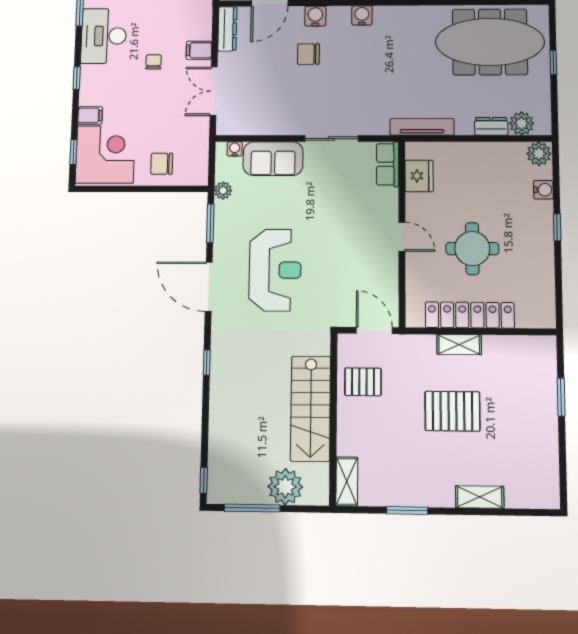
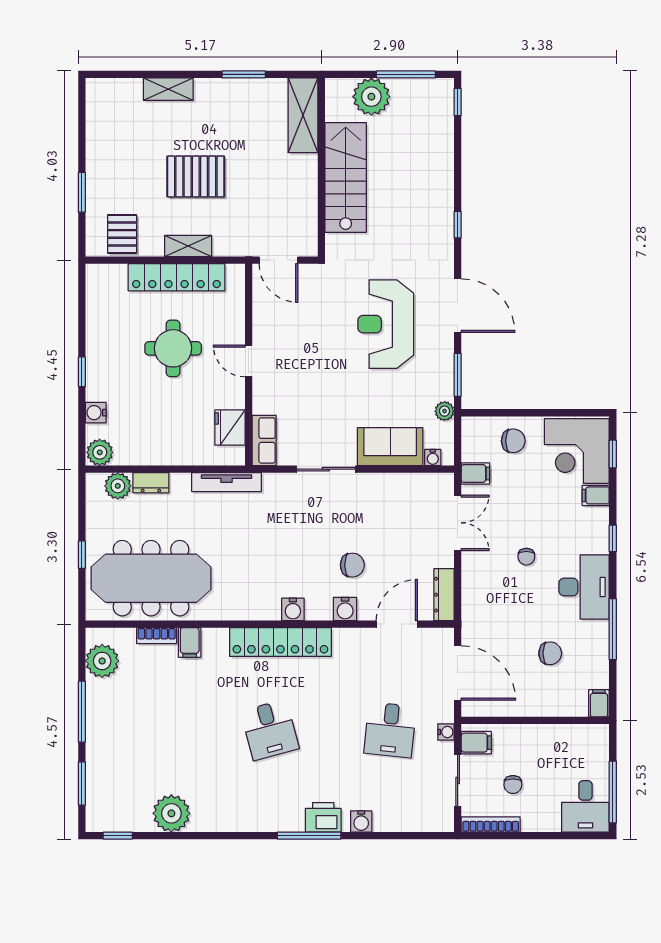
filing cabinet: (199, 50) -> (475, 473), moved
pallet: (363, 382) -> (122, 234), moved, turned 90
shelving: (347, 481) -> (303, 115), width x1.50, depth x1.33

